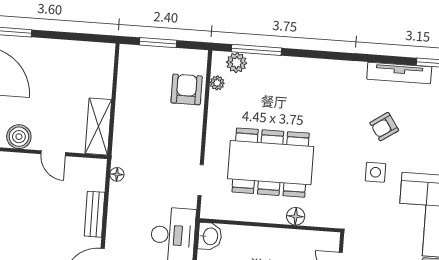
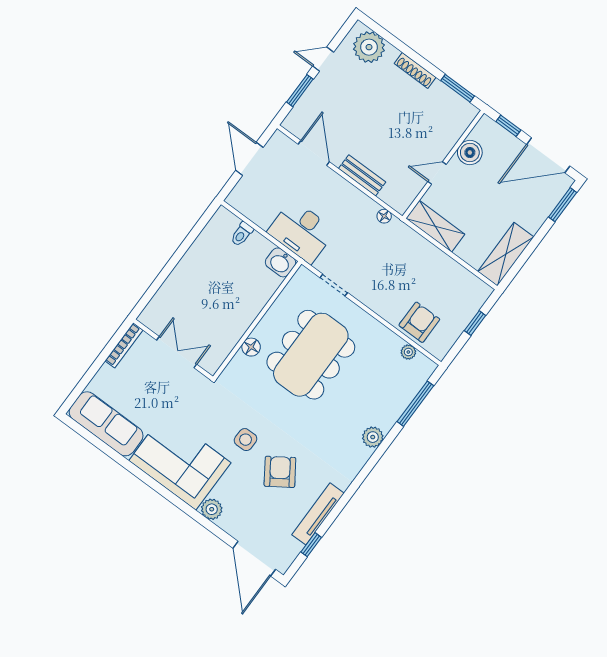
window: (158, 43) -> (475, 323), width x0.67
shelving: (85, 53) -> (506, 254), added
plant: (237, 63) -> (373, 437), moved
armchair: (187, 89) -> (419, 322), turned -90
armchair: (384, 127) -> (280, 472), width x1.38, depth x1.38

